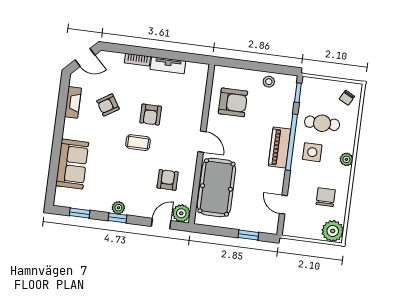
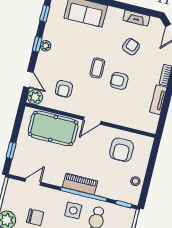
armchair: (108, 105) -> (131, 47), turned 53
armchair: (168, 180) -> (64, 89), turned 90

